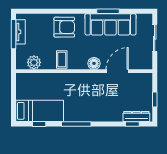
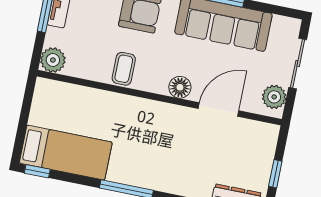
plant: (146, 58) -> (274, 97), added
plant: (34, 62) -> (53, 60), moved
window: (39, 124) -> (37, 171), moved

